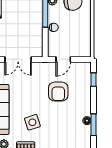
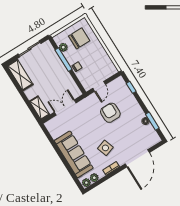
double door: (18, 59) -> (65, 108), swing flipped
armchair: (58, 92) -> (110, 113), turned 180

